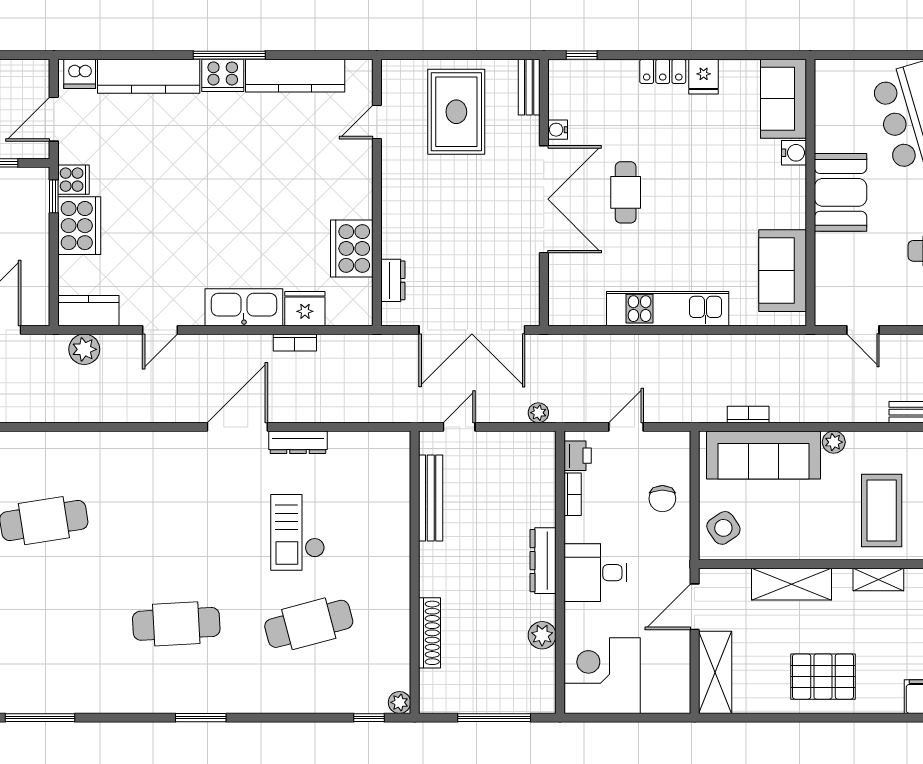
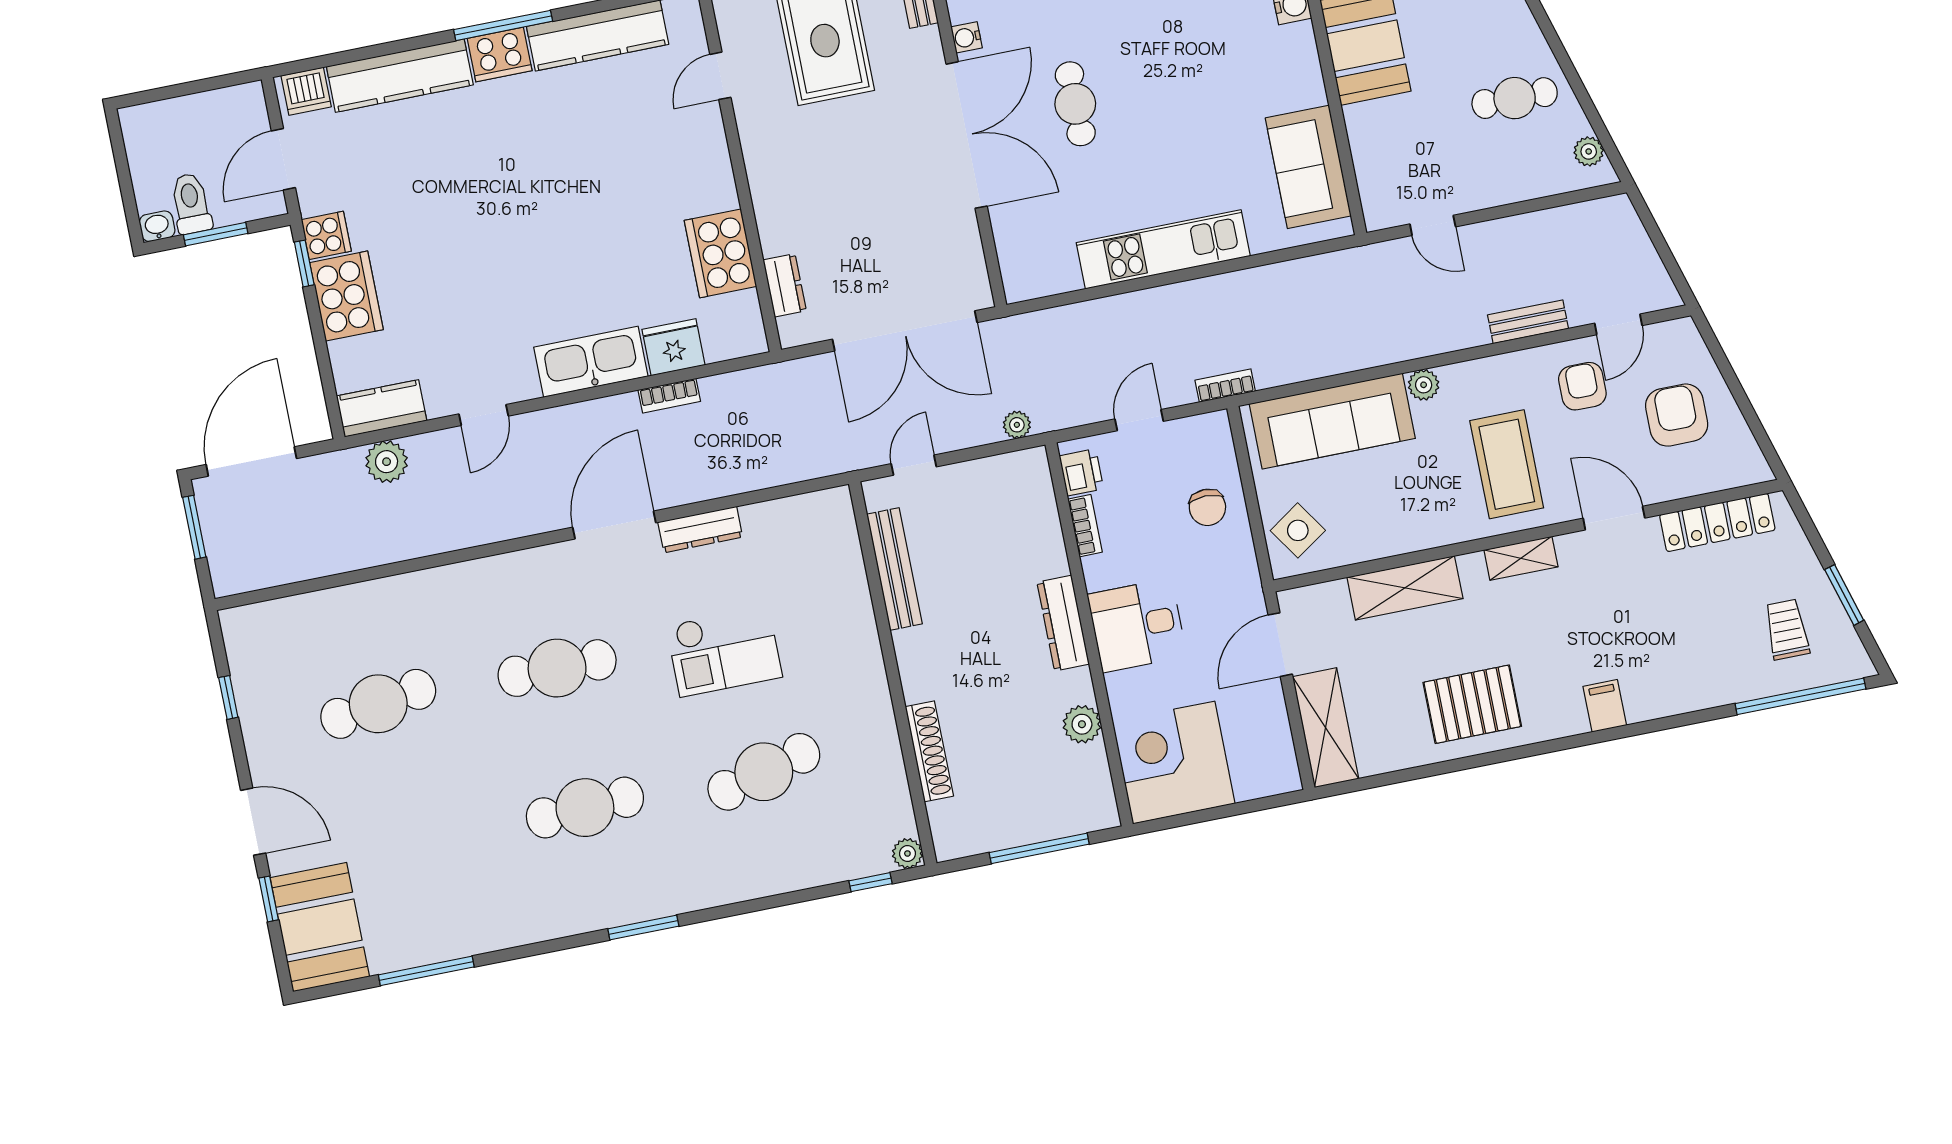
bookcase: (748, 414) -> (1225, 386), moved
cafe table: (176, 521) -> (557, 668), added
checkout: (298, 532) -> (724, 651), turned -90

